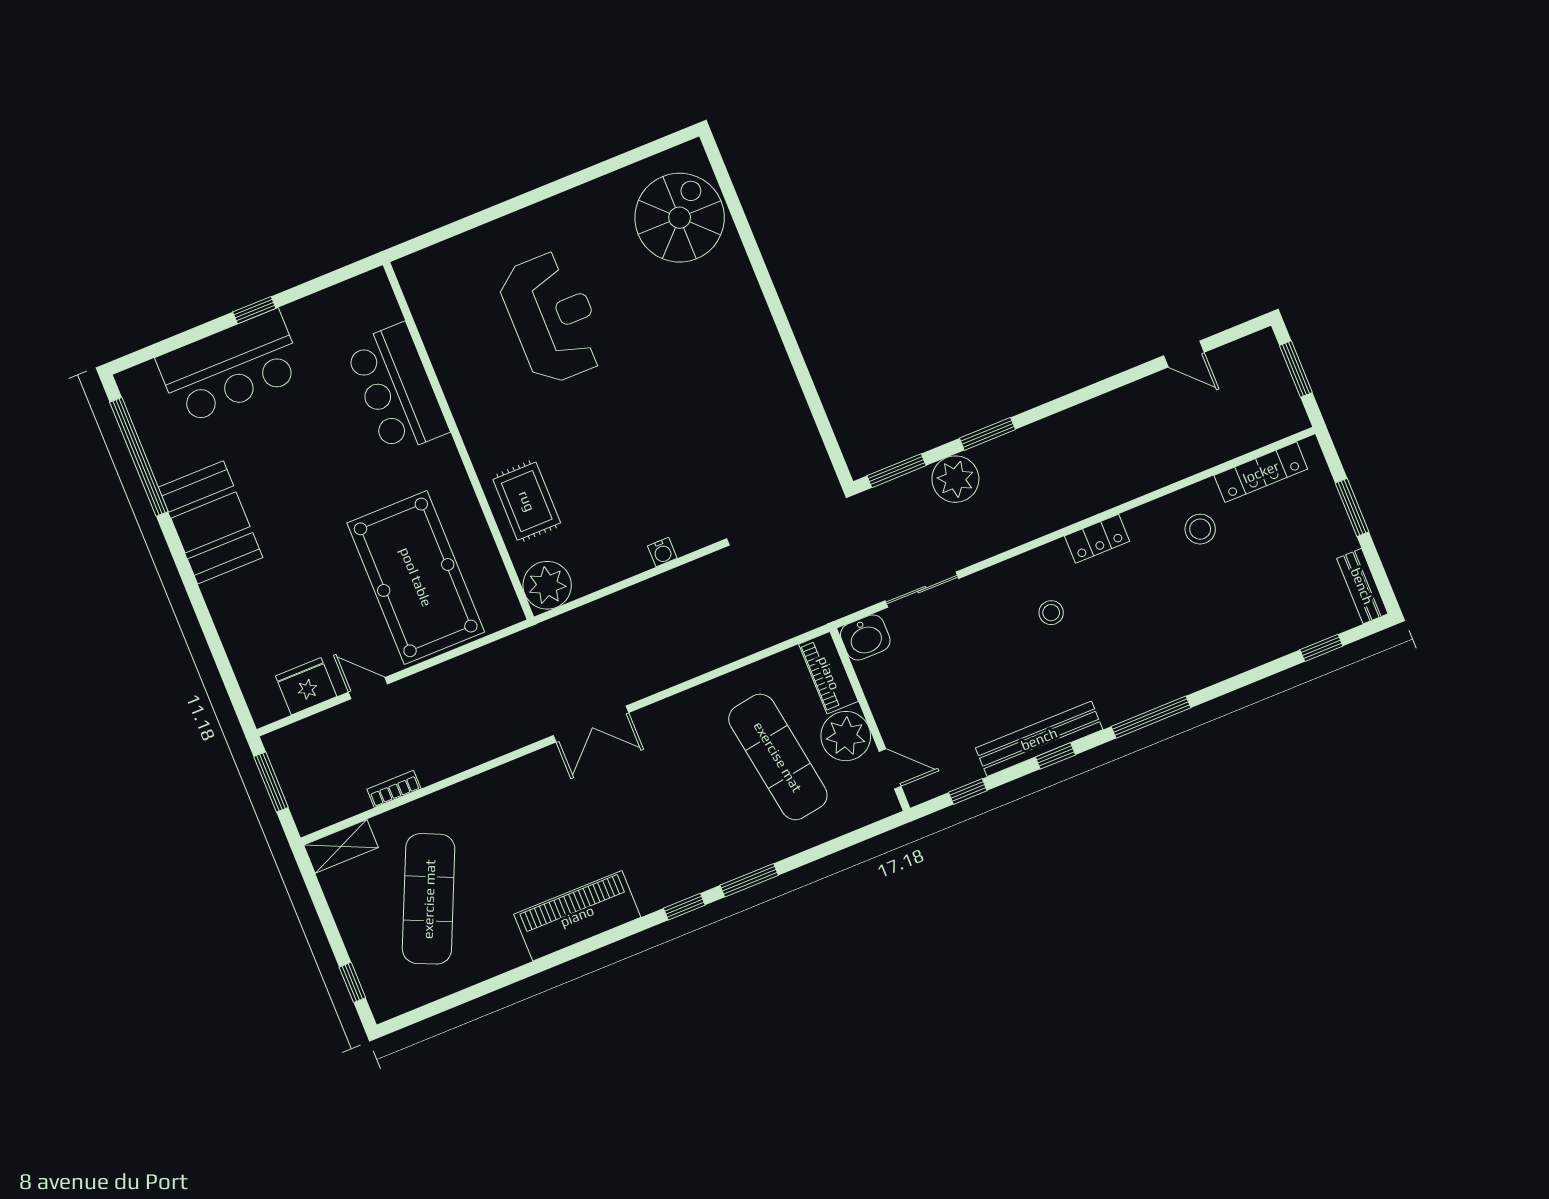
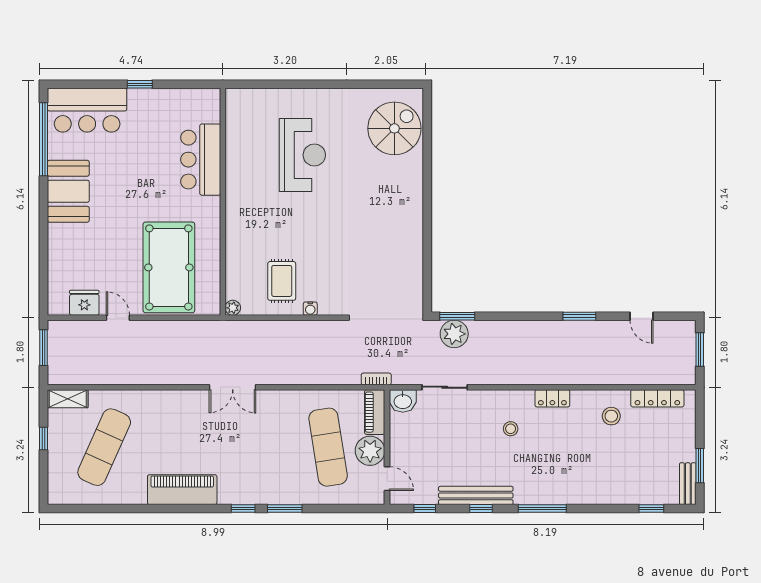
bar counter: (230, 367) -> (87, 110), moved
window: (987, 434) -> (579, 316), moved
plant: (955, 479) -> (454, 334), moved
rug: (527, 501) -> (282, 281), moved
window: (1352, 507) -> (700, 466), moved
plant: (547, 585) -> (233, 308), width x0.53, depth x0.53
bookcase: (394, 789) -> (376, 379), moved
window: (352, 982) -> (44, 438), moved

